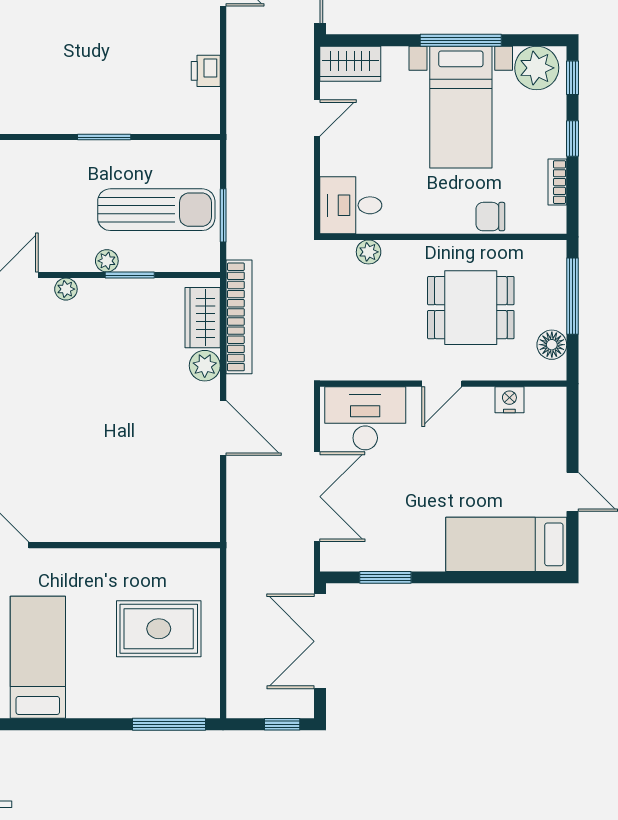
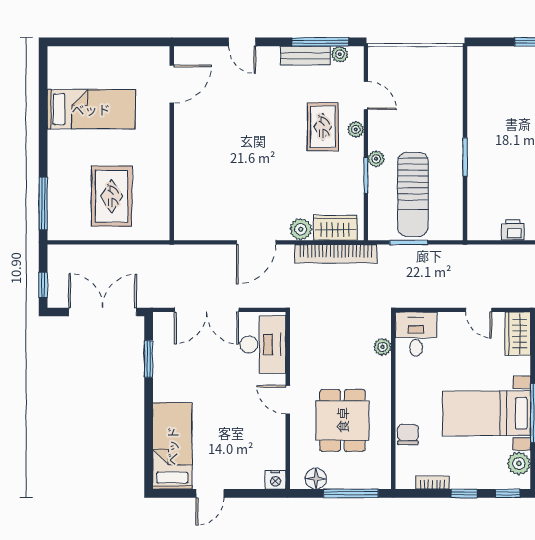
plant: (537, 68) -> (519, 464), width x0.73, depth x0.73
rug: (62, 335) -> (323, 127), added
nightstand: (509, 400) -> (275, 480), moved, turned 90

